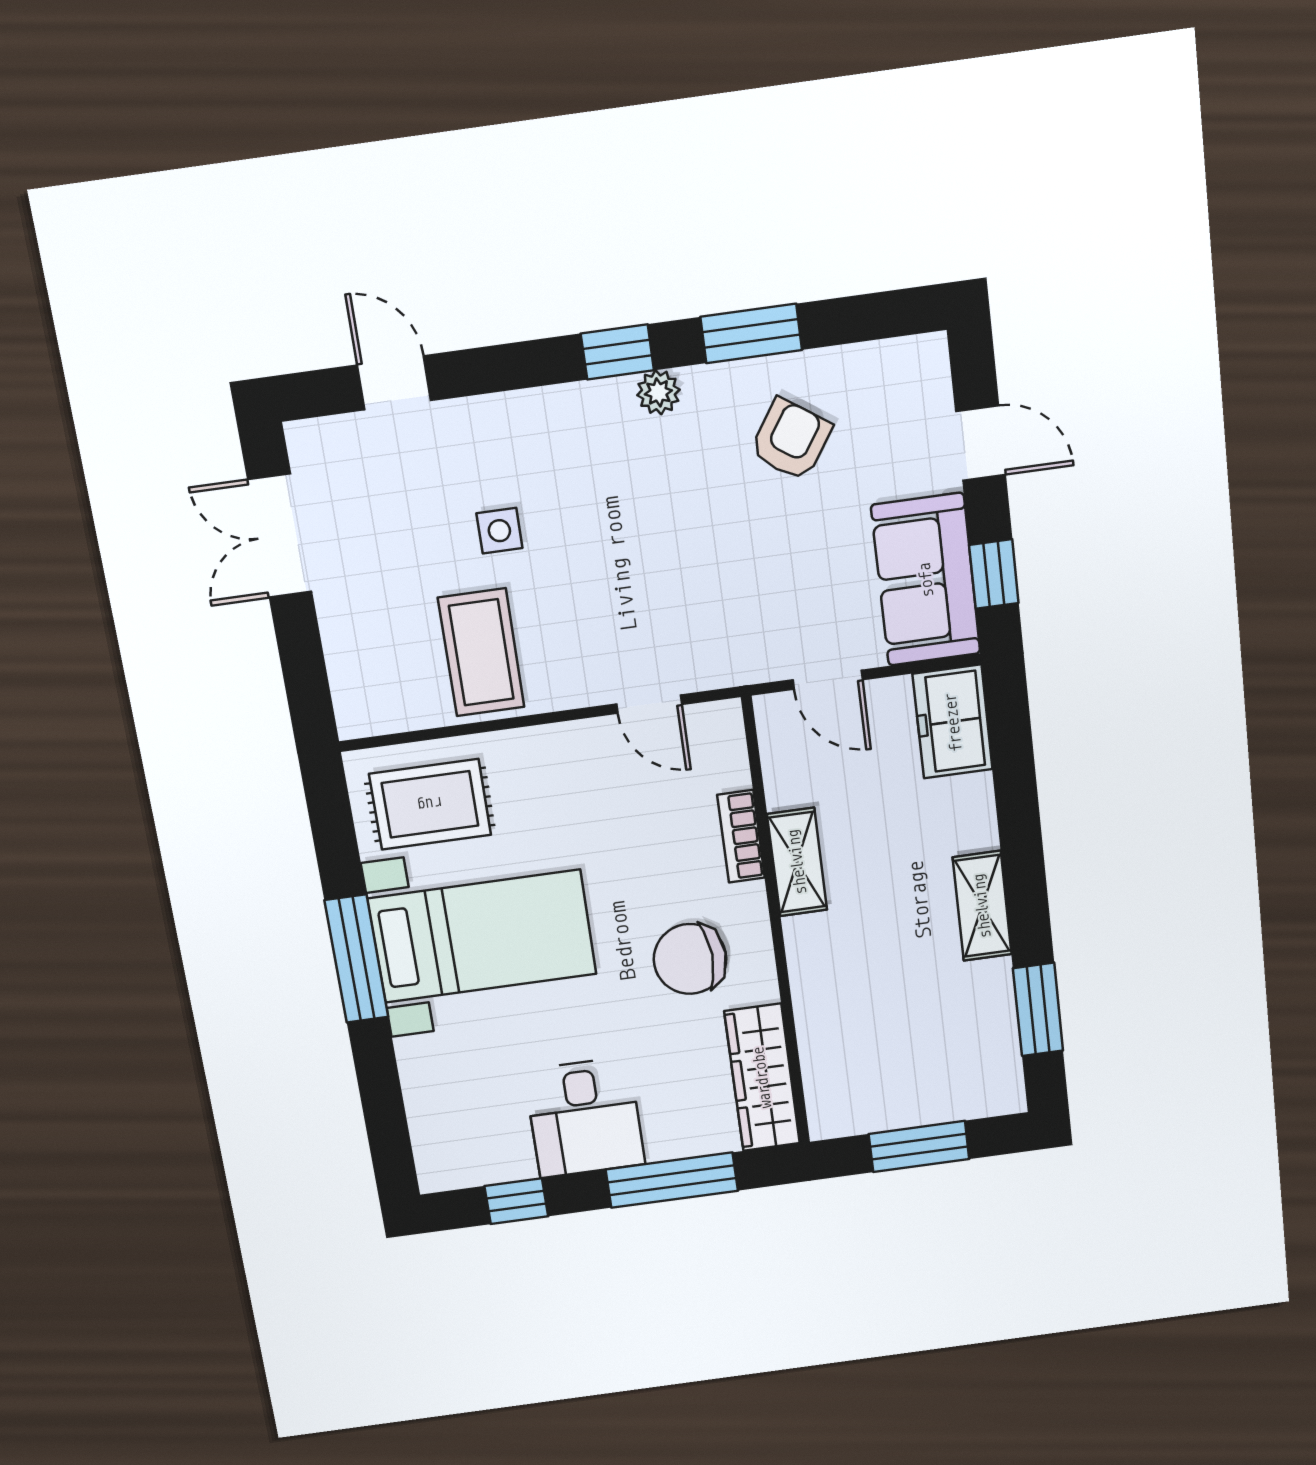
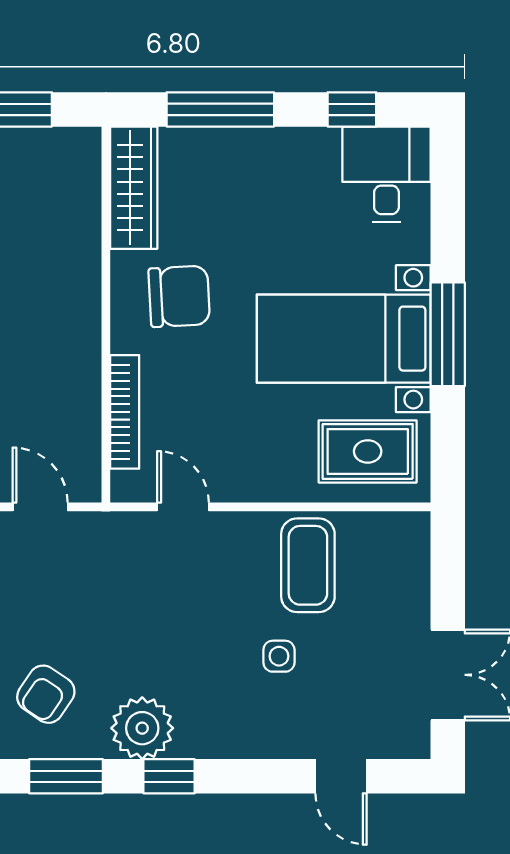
plant: (658, 392) -> (142, 728), width x1.87, depth x1.87
bookcase: (741, 836) -> (125, 412), width x1.56
shelving: (797, 862) -> (82, 364), removed
desk: (585, 1118) -> (386, 174), moved

